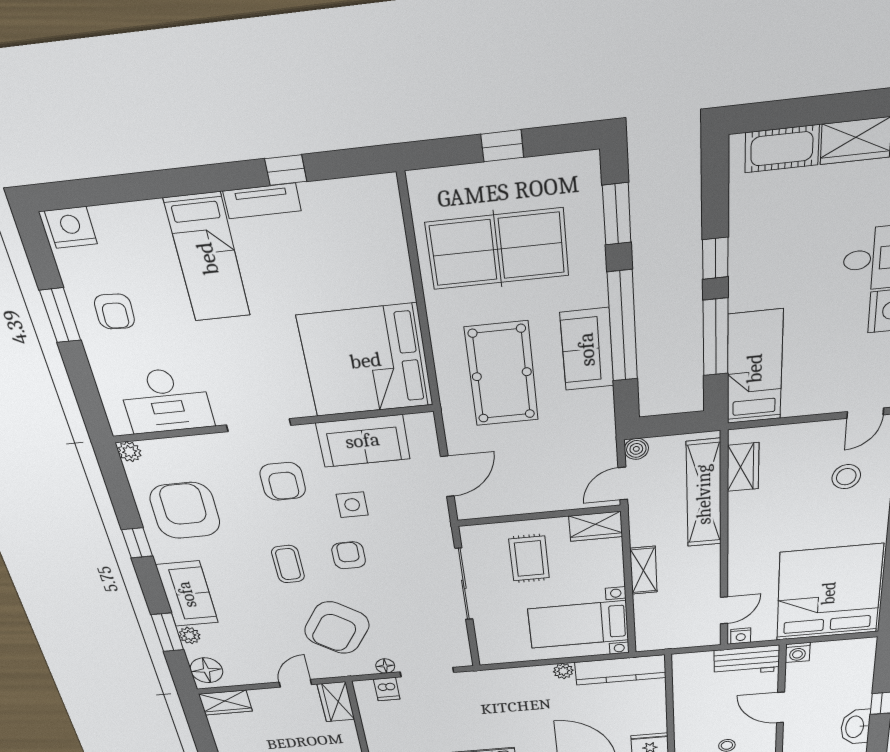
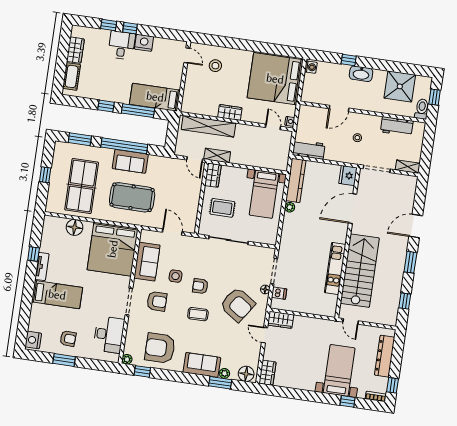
floor lamp: (389, 258) -> (75, 227), added
boiler: (636, 449) -> (180, 151), removed
wardrobe: (743, 467) -> (230, 112), moved
window: (137, 543) -> (142, 371), moved
shelving: (643, 570) -> (217, 155), moved
washing machine: (798, 653) -> (311, 67), moved
workbench: (747, 661) -> (309, 149), moved, turned -90

